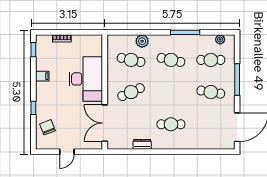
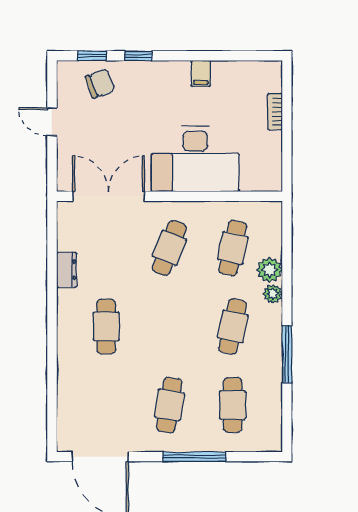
plant: (220, 39) -> (273, 294), moved
window: (33, 50) -> (92, 56), moved
cafe table: (131, 92) -> (169, 248), turned 45

